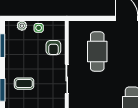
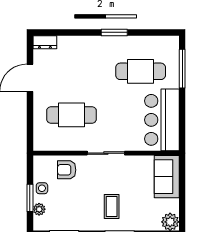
window: (31, 18) -> (30, 198), added
armchair: (53, 48) -> (67, 170), turned 180

